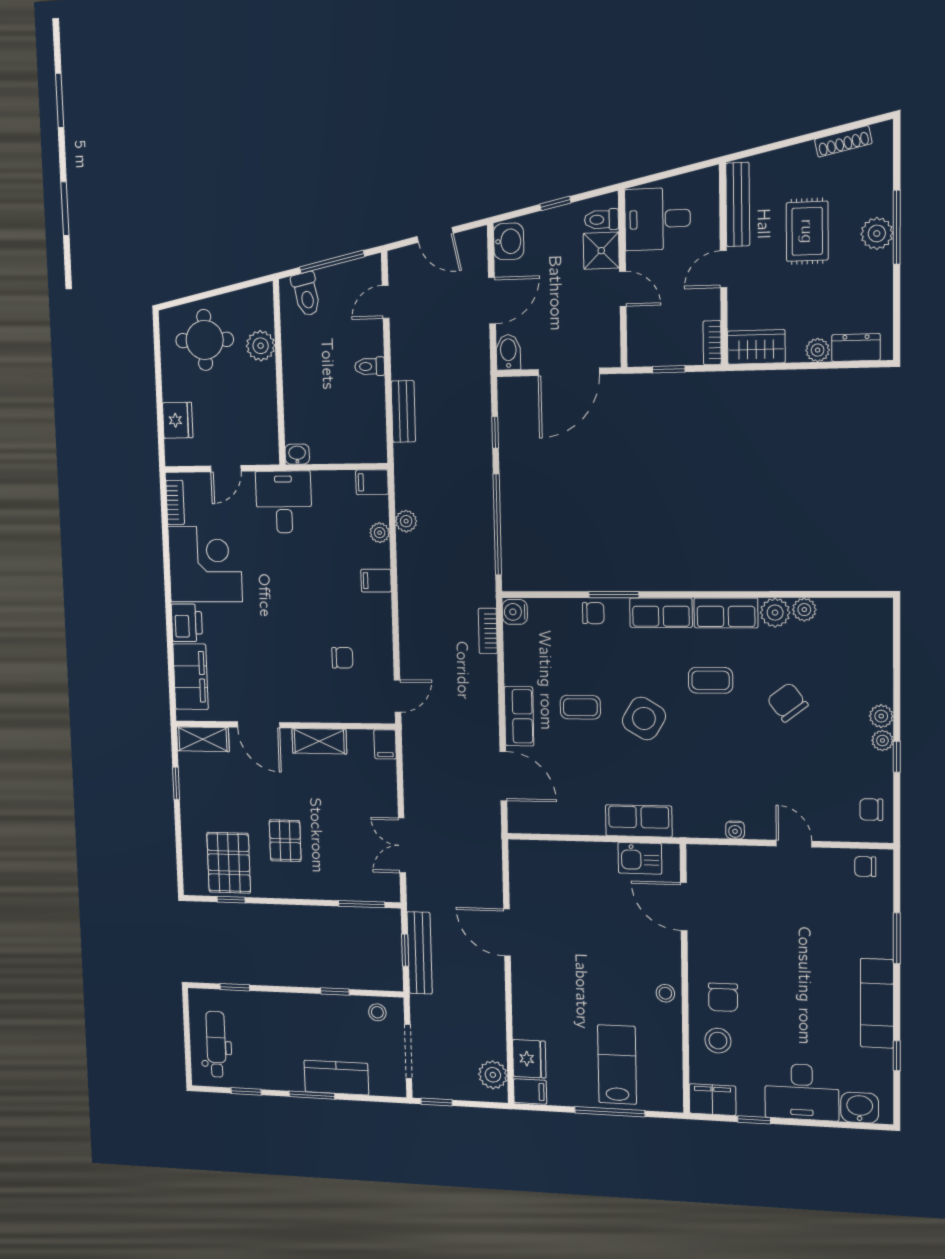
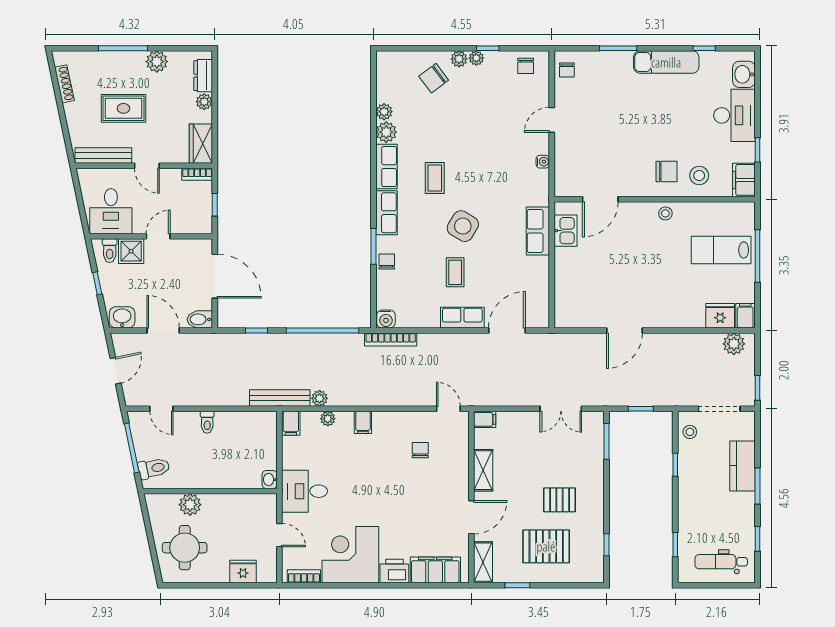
plant: (877, 233) -> (157, 62), moved
bench: (403, 411) -> (280, 398), moved, width x1.36
bookcase: (488, 631) -> (391, 339), width x1.56
chair: (787, 702) -> (434, 78), moved
pallet: (229, 863) -> (546, 546), moved
bench: (420, 953) -> (642, 398), removed

